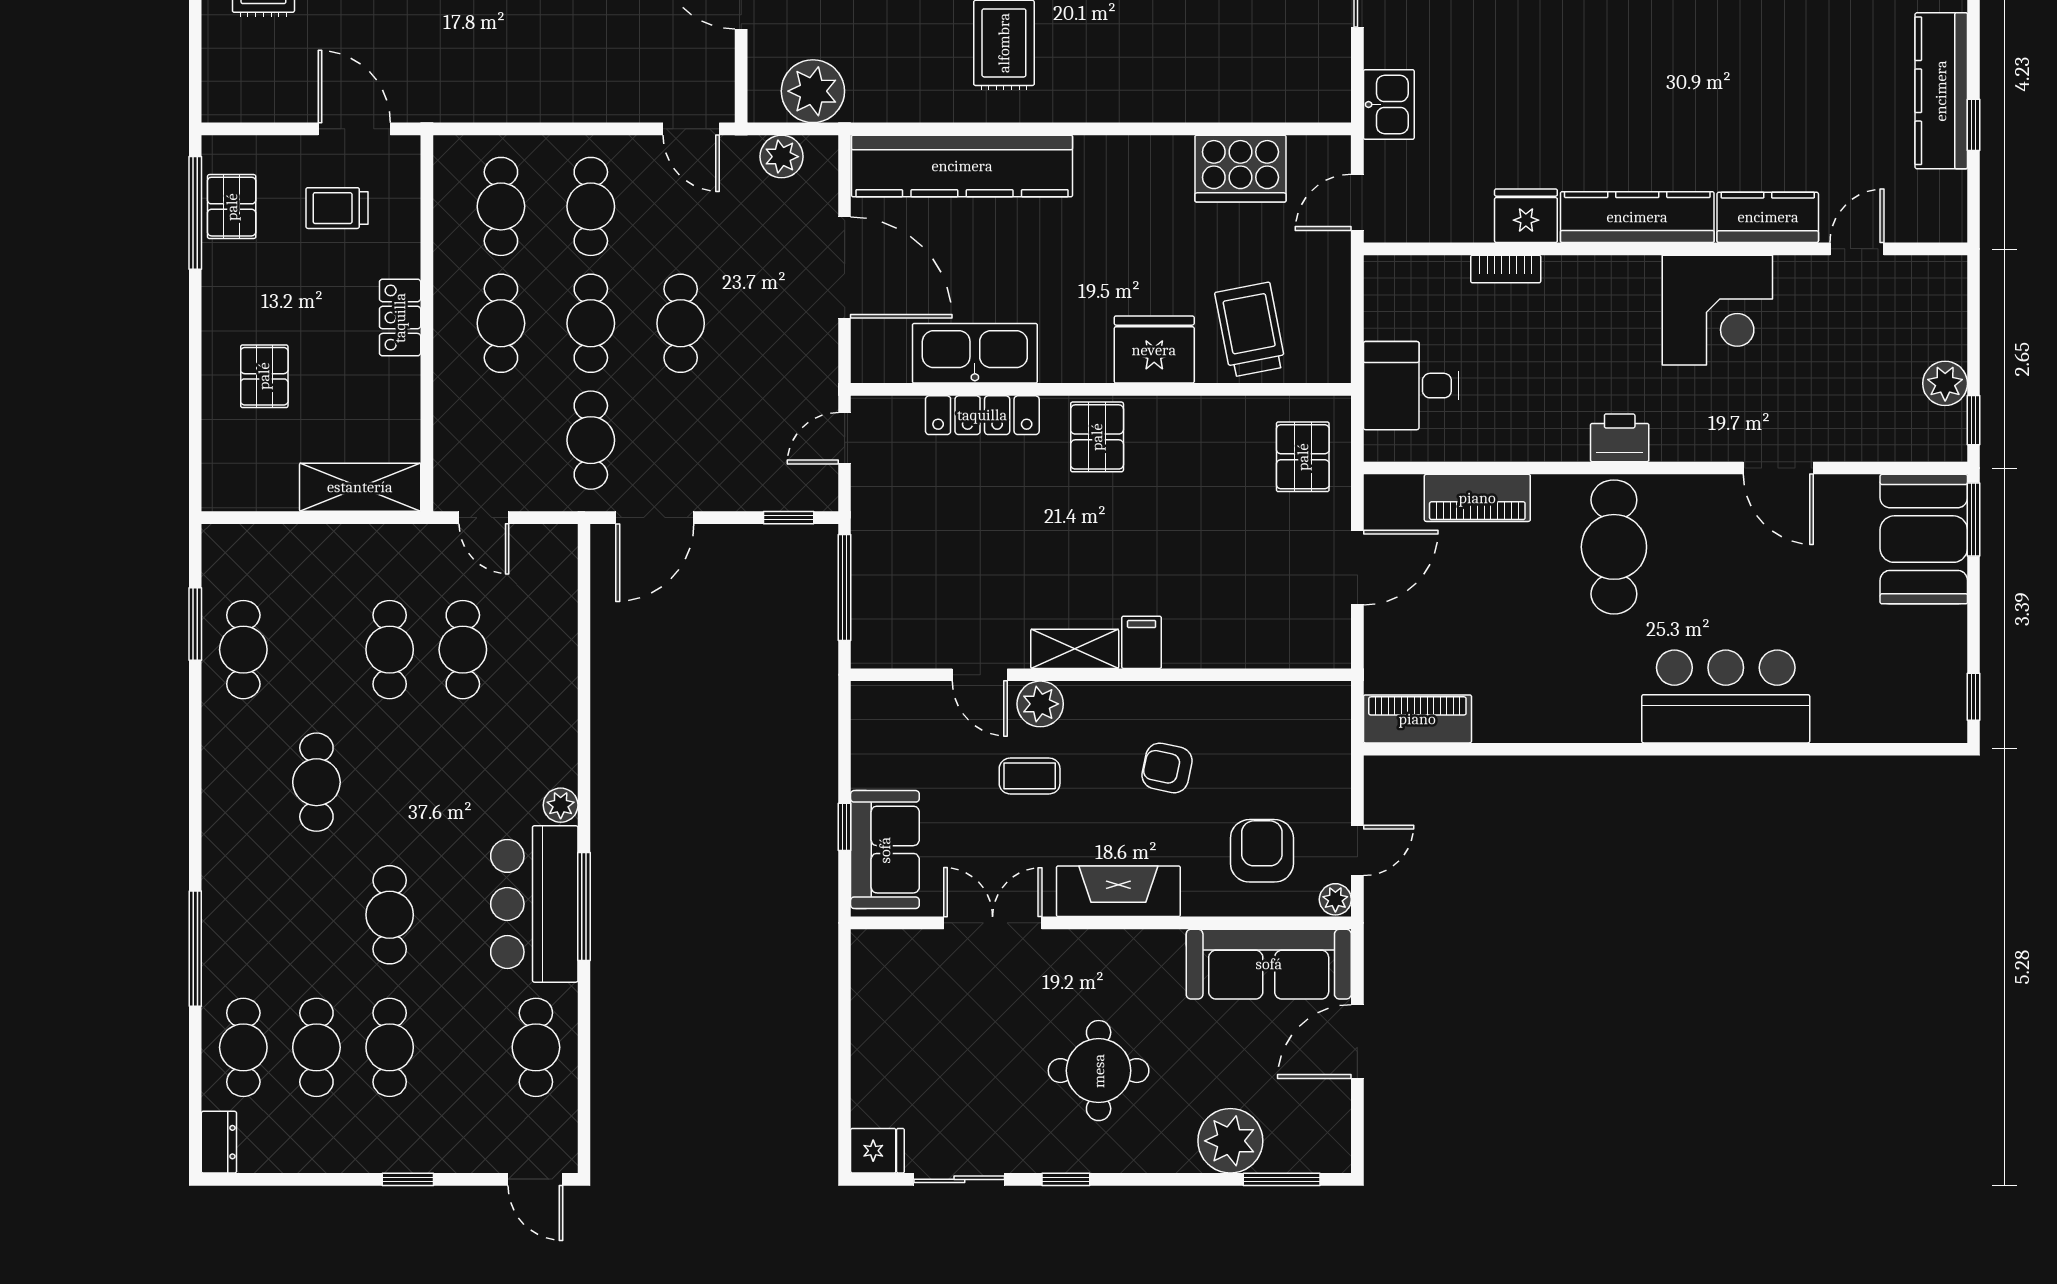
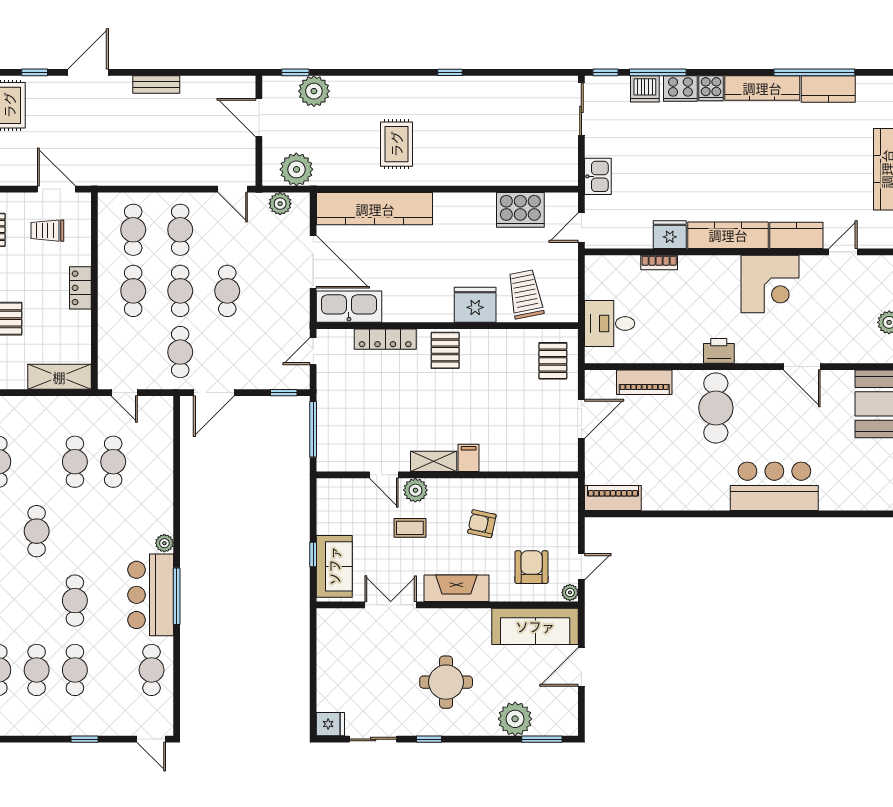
kitchen sink: (975, 353) -> (349, 307), moved

